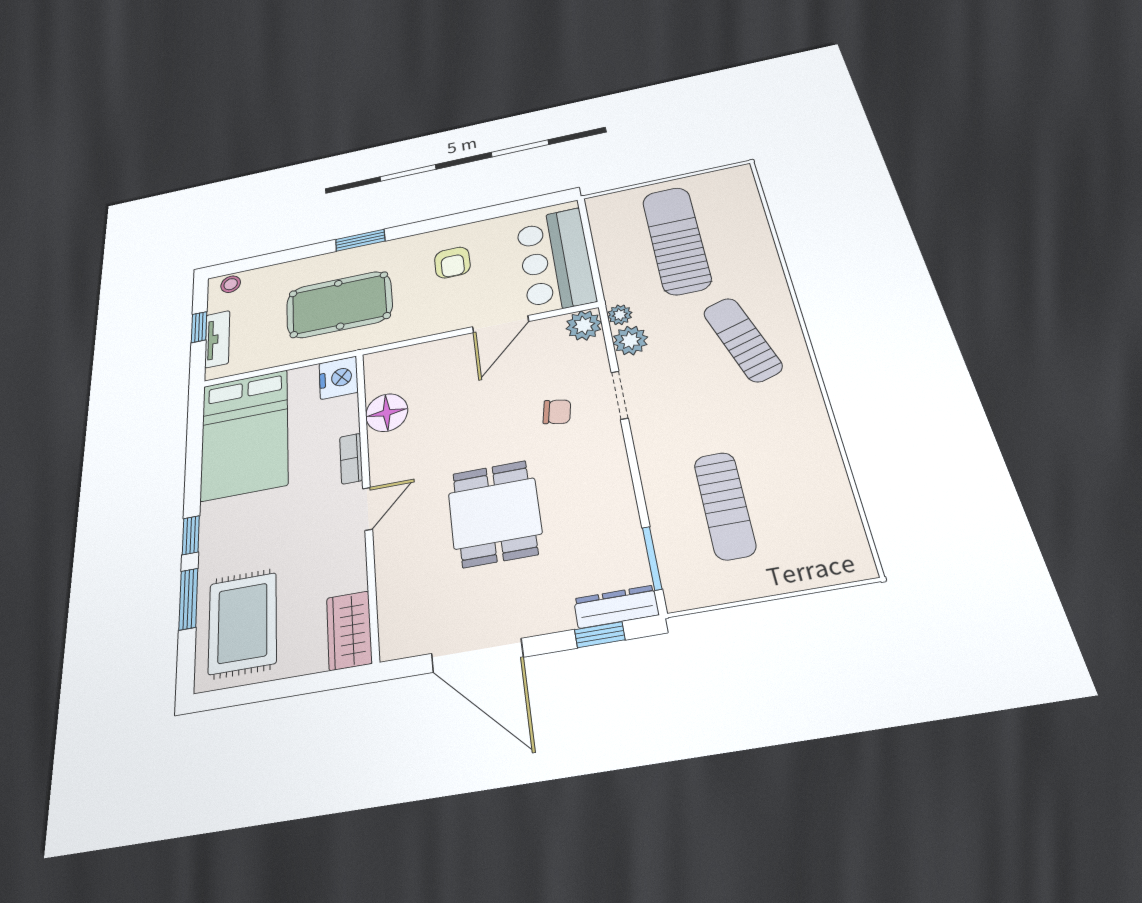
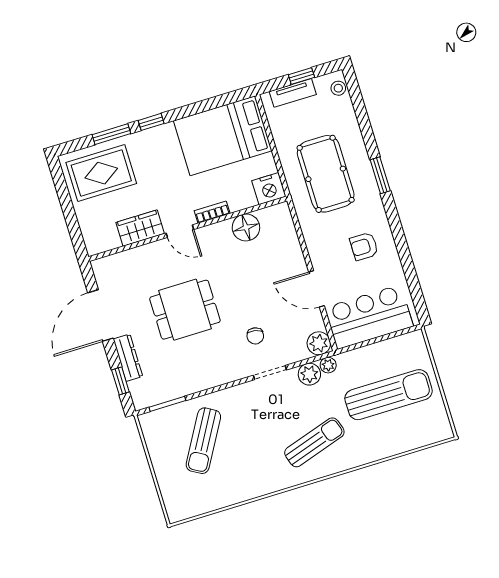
sun lounger: (725, 505) -> (203, 441), turned -60
dresser: (616, 607) -> (128, 358), moved
wardrobe: (349, 630) -> (140, 228), moved

